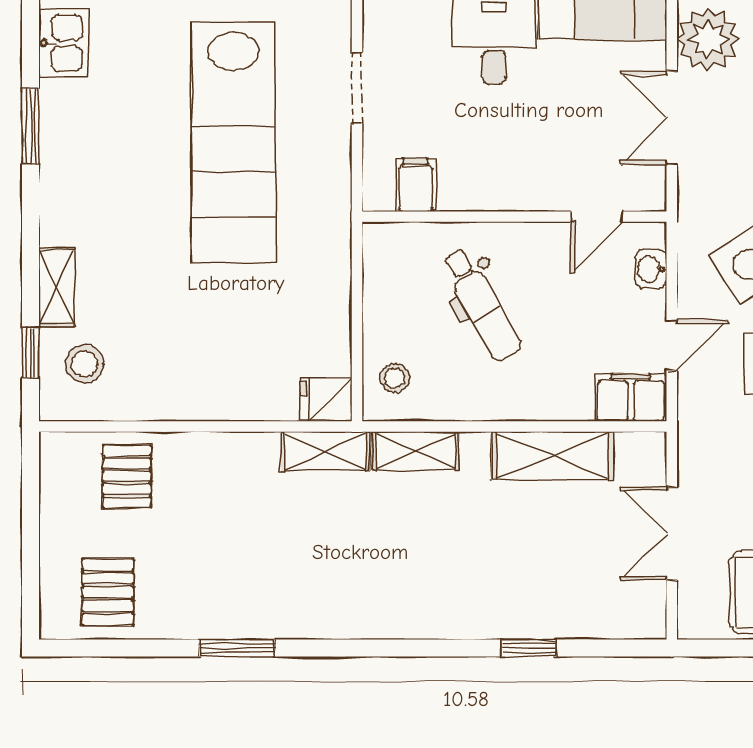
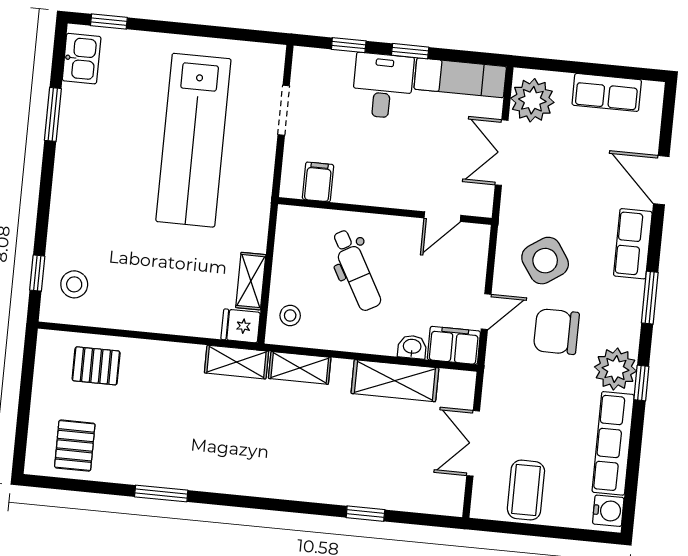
washbasin: (651, 269) -> (412, 347), moved, turned 90
shelving: (57, 287) -> (251, 281), moved
pallet: (127, 476) -> (96, 366), turned 90

